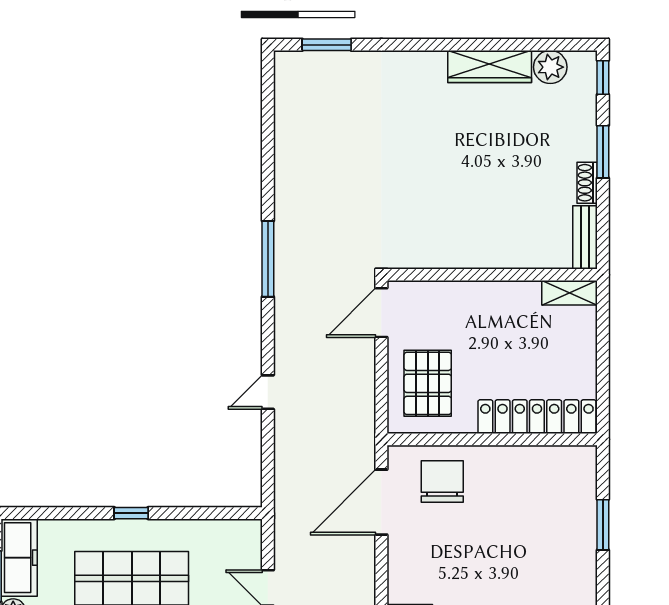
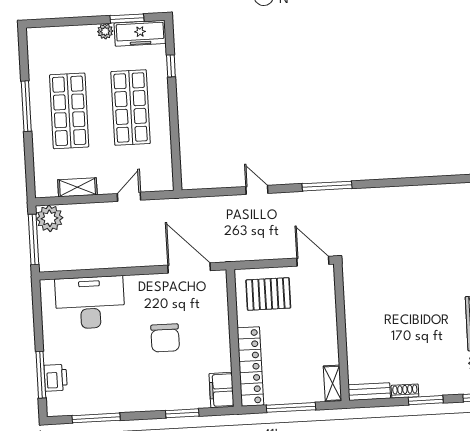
window: (268, 259) -> (327, 186), moved
window: (603, 358) -> (291, 407), added
filing cabinet: (571, 463) -> (222, 390), added
chair: (442, 482) -> (165, 338), moved, turned 90
window: (131, 513) -> (171, 66), moved

